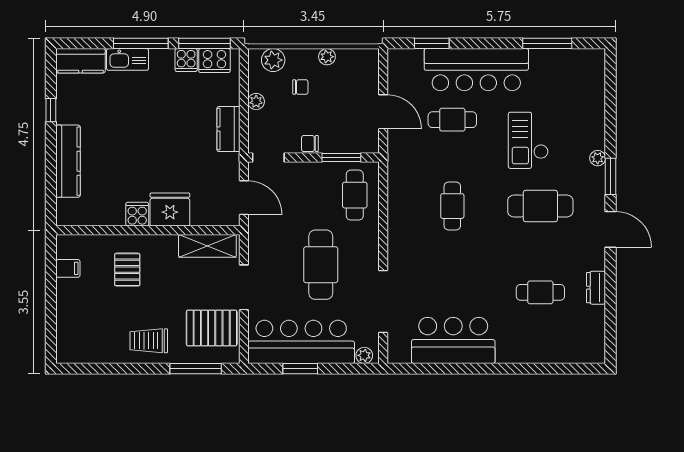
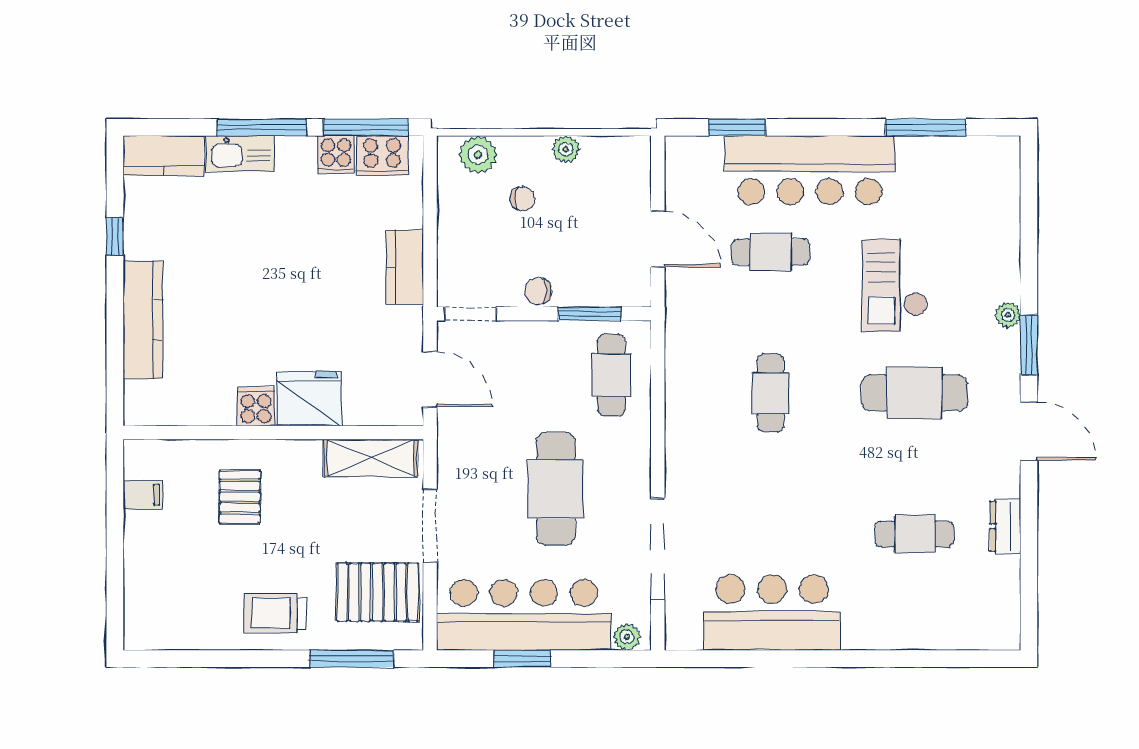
plant: (256, 102) -> (450, 222), removed

